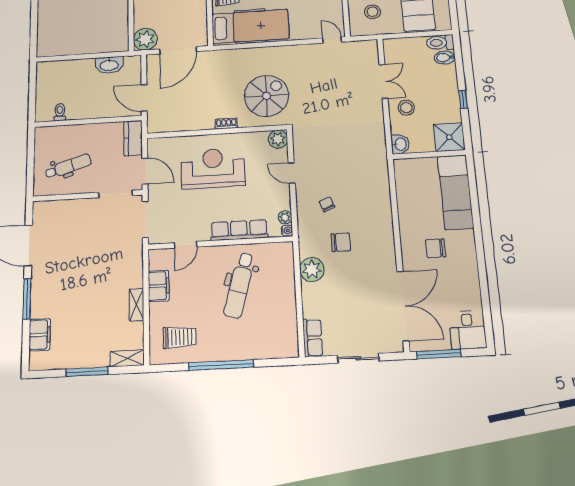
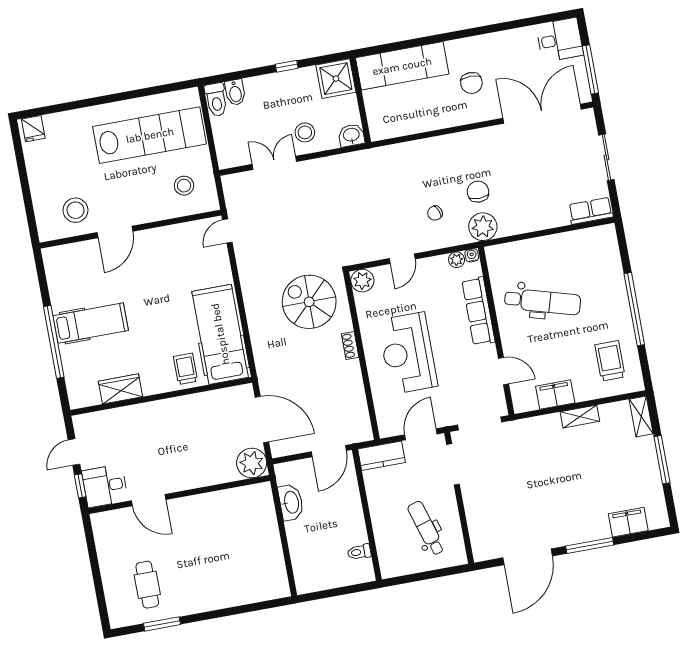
plant: (312, 269) -> (483, 227), moved

